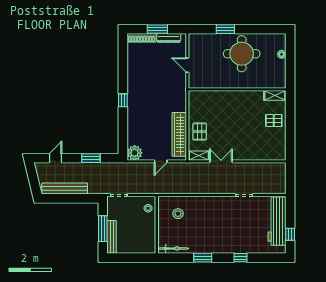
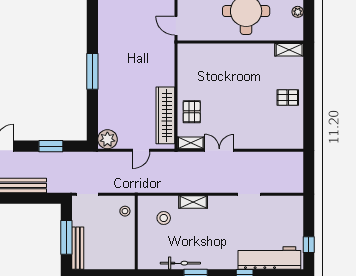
wall: (237, 89) -> (240, 42), moved
shelving: (275, 95) -> (289, 50), moved
window: (123, 100) -> (92, 71), width x2.17
shelving: (201, 201) -> (193, 202), added
workbench: (277, 221) -> (269, 258), moved, turned 90
bicycle: (173, 248) -> (180, 263), moved

